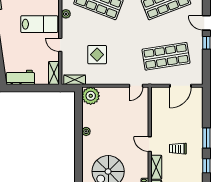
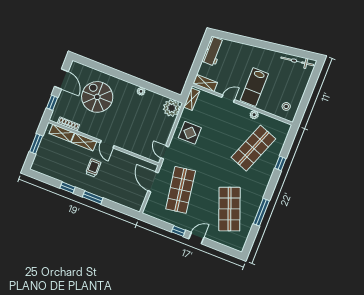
display table: (97, 55) -> (190, 133), moved
door: (181, 86) -> (153, 182), moved
door: (150, 144) -> (107, 144), swing flipped

